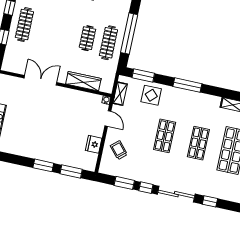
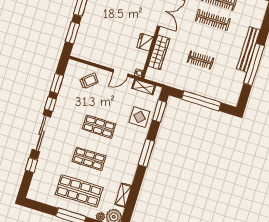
clothes rail: (108, 43) -> (213, 20), moved
fridge: (94, 144) -> (145, 42), moved, turned -90

